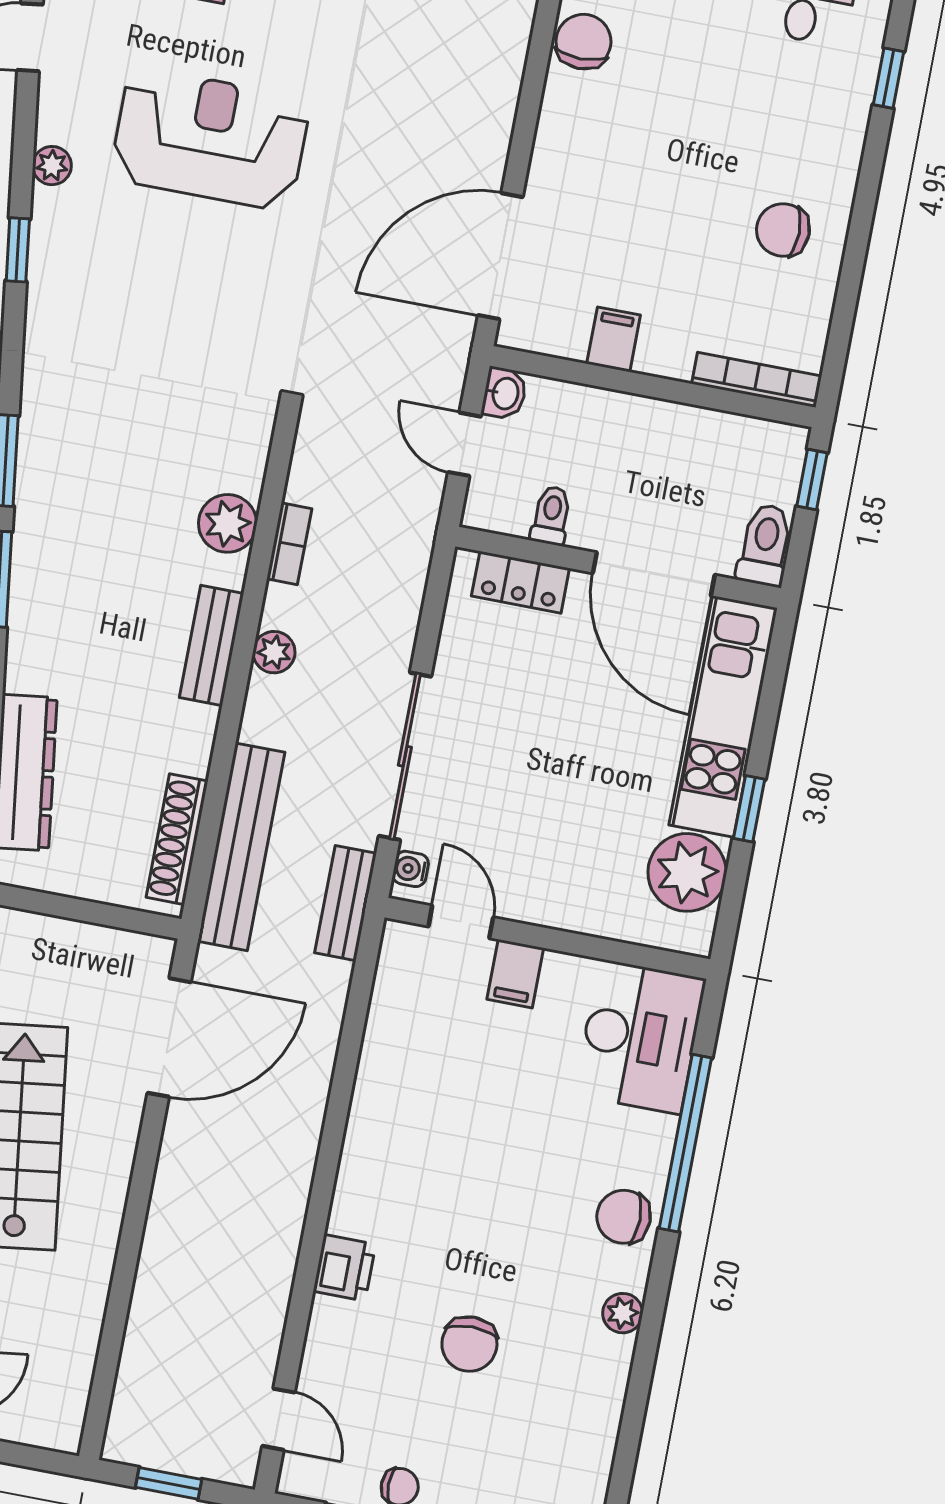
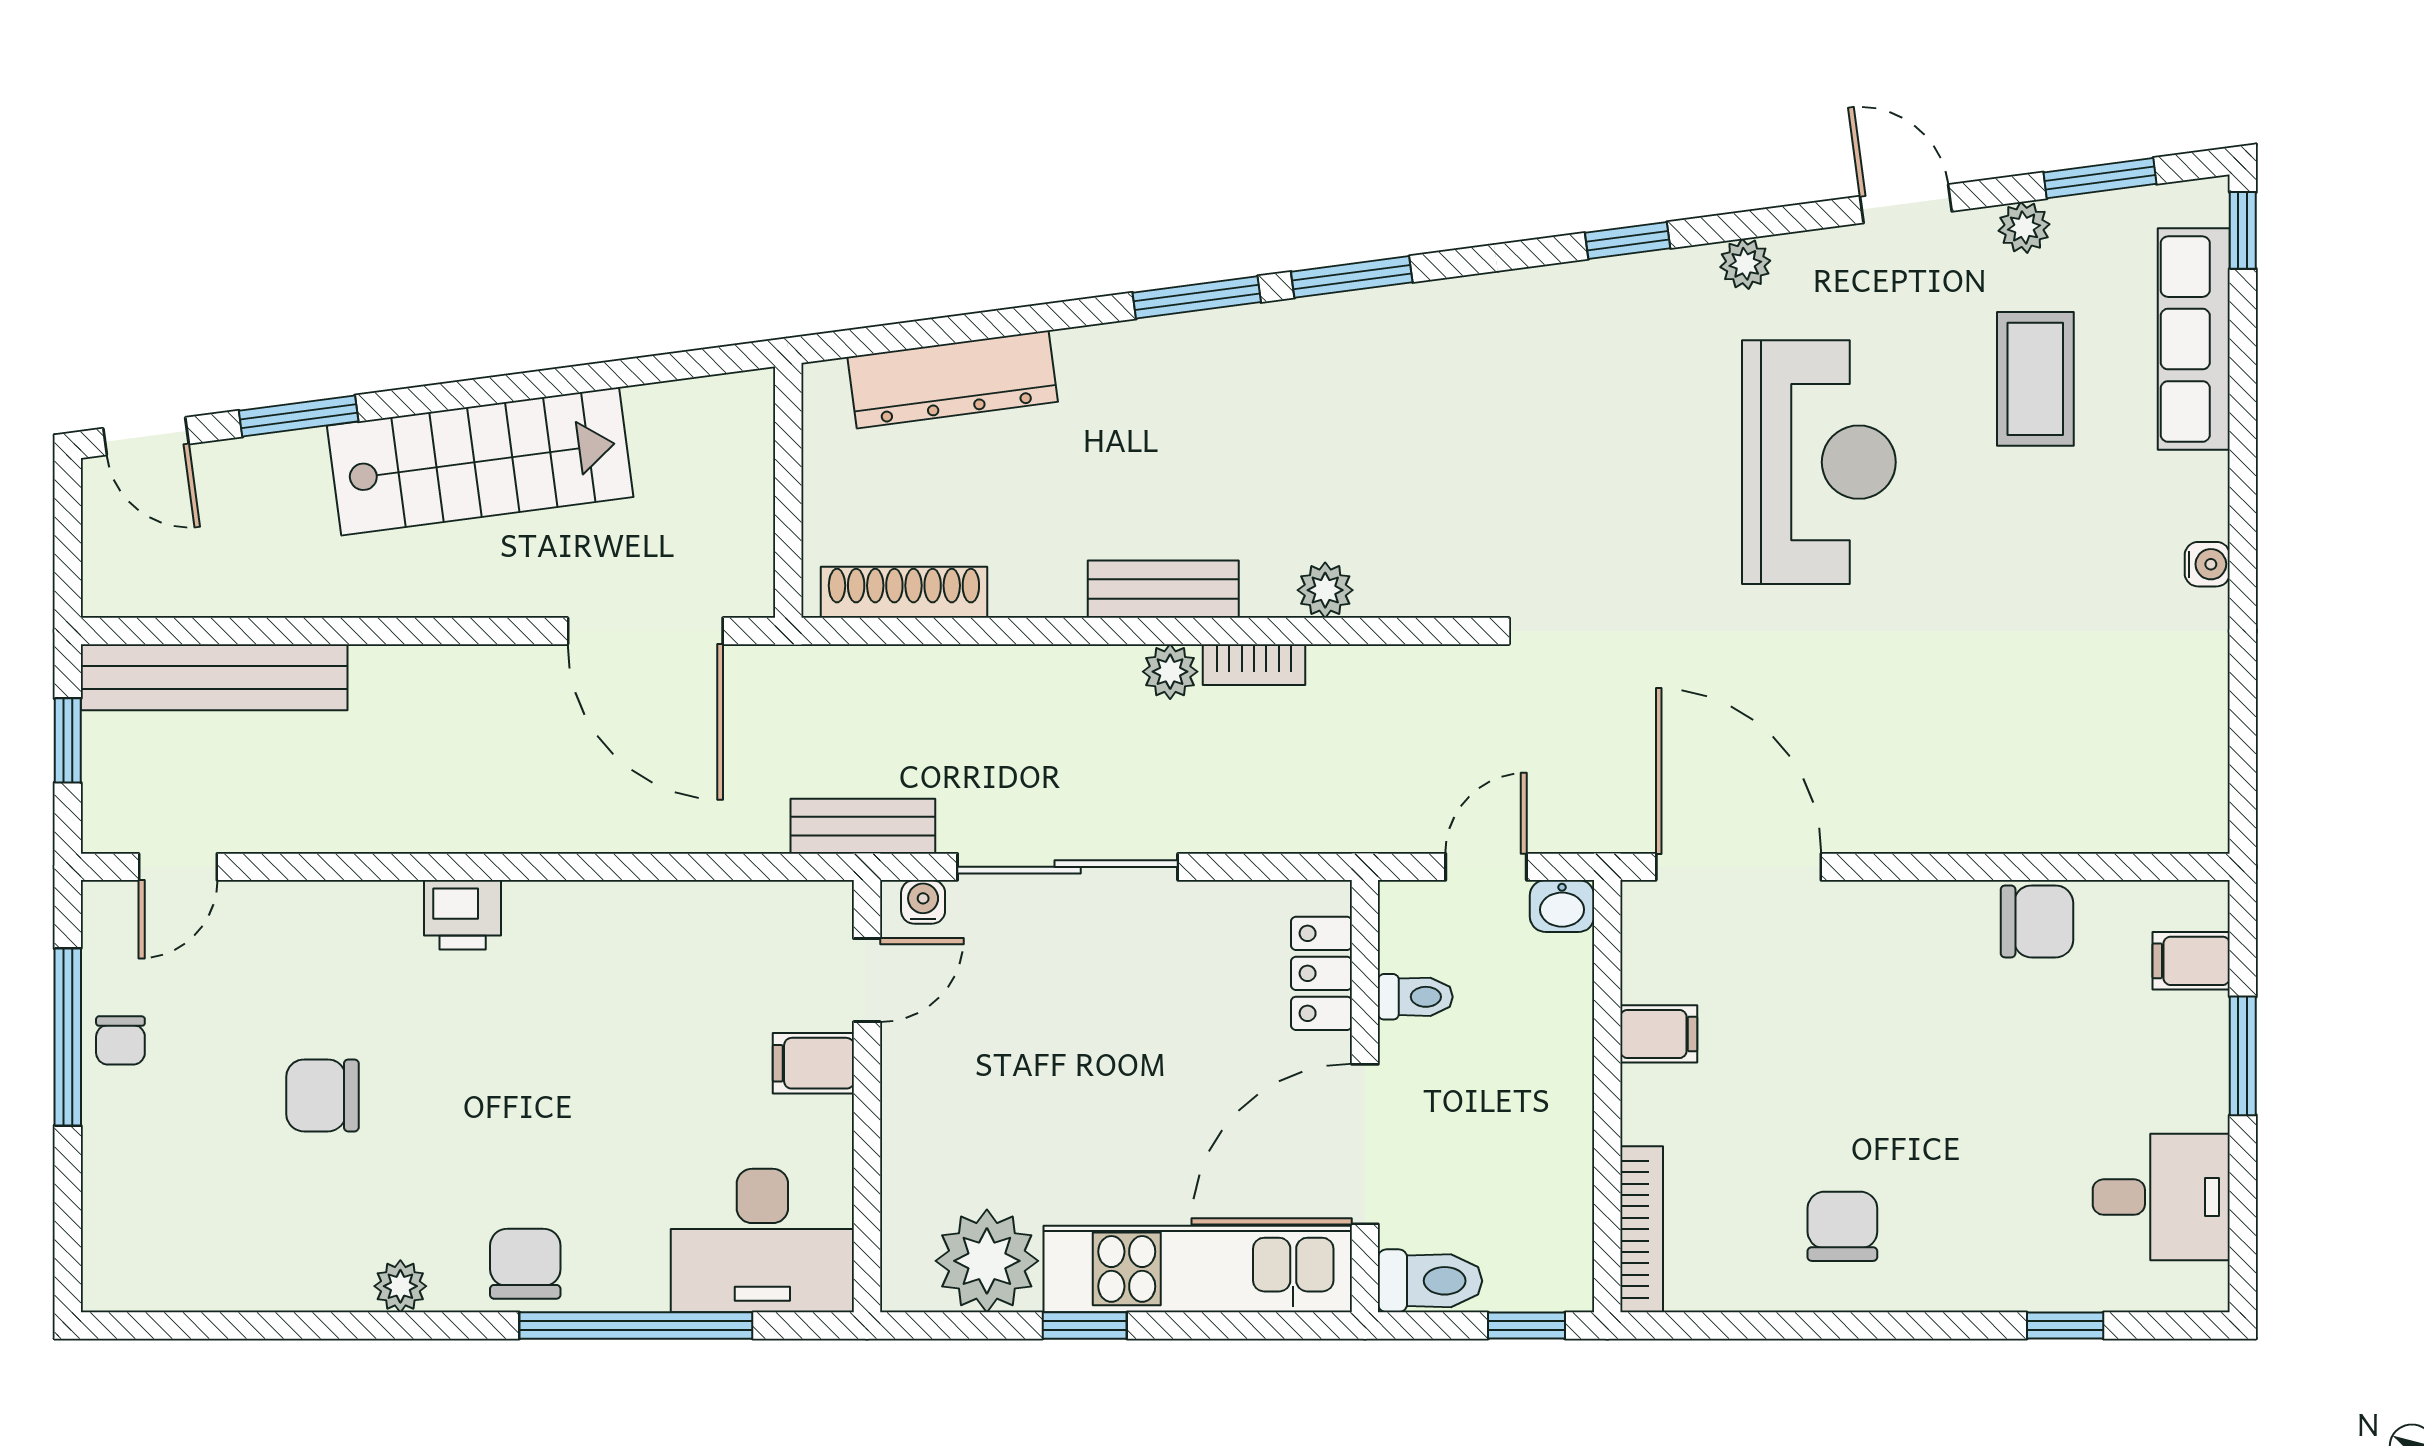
plant: (228, 523) -> (1325, 590), width x0.73, depth x0.73
bookcase: (289, 544) -> (1254, 665), moved
bench: (241, 847) -> (214, 677), moved
printer: (344, 1268) -> (463, 915), moved

